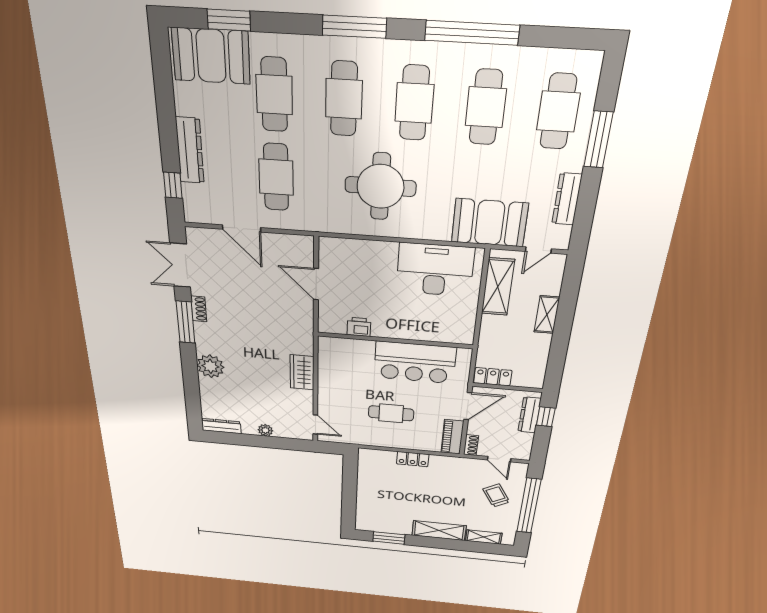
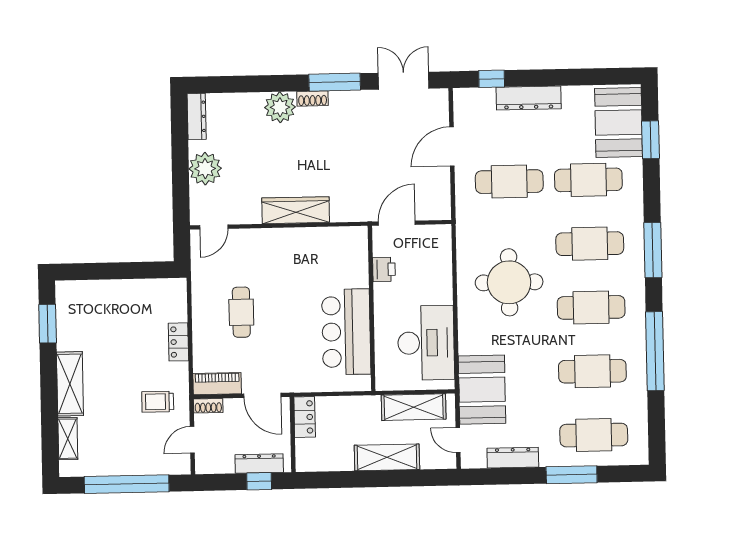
shoe rack: (199, 309) -> (313, 98), moved
shelving: (547, 315) -> (387, 457), width x1.50, depth x1.33
printer: (359, 327) -> (384, 269), moved
wall: (395, 340) -> (372, 308), moved
bar counter: (415, 362) -> (346, 332), moved
wardrobe: (302, 372) -> (296, 210), width x1.50
plant: (265, 430) -> (205, 169), width x1.87, depth x1.87
trolley: (496, 496) -> (158, 402), moved, turned -150

